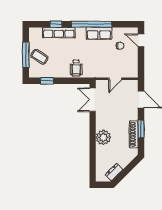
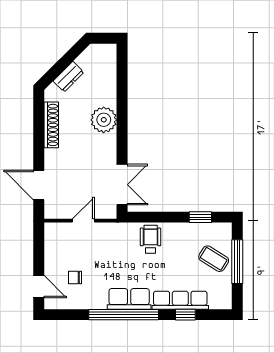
row of seats: (99, 33) -> (129, 299), moved
window: (141, 129) -> (39, 134), removed
dresser: (114, 172) -> (69, 77), moved

